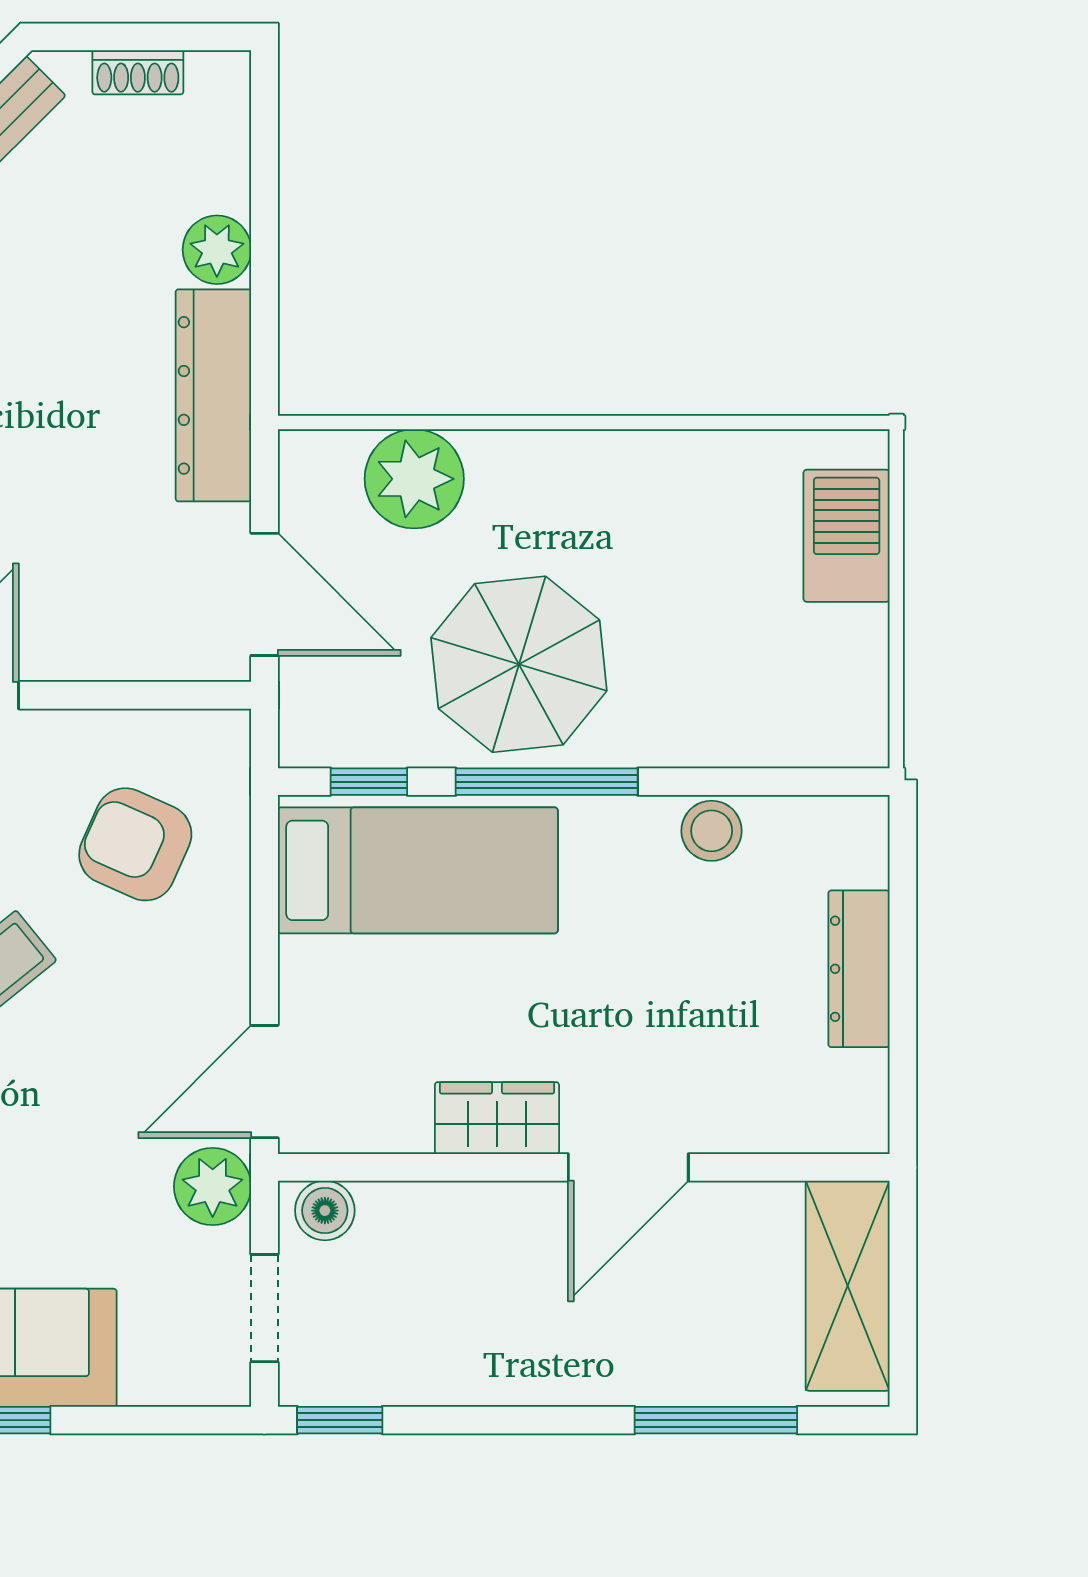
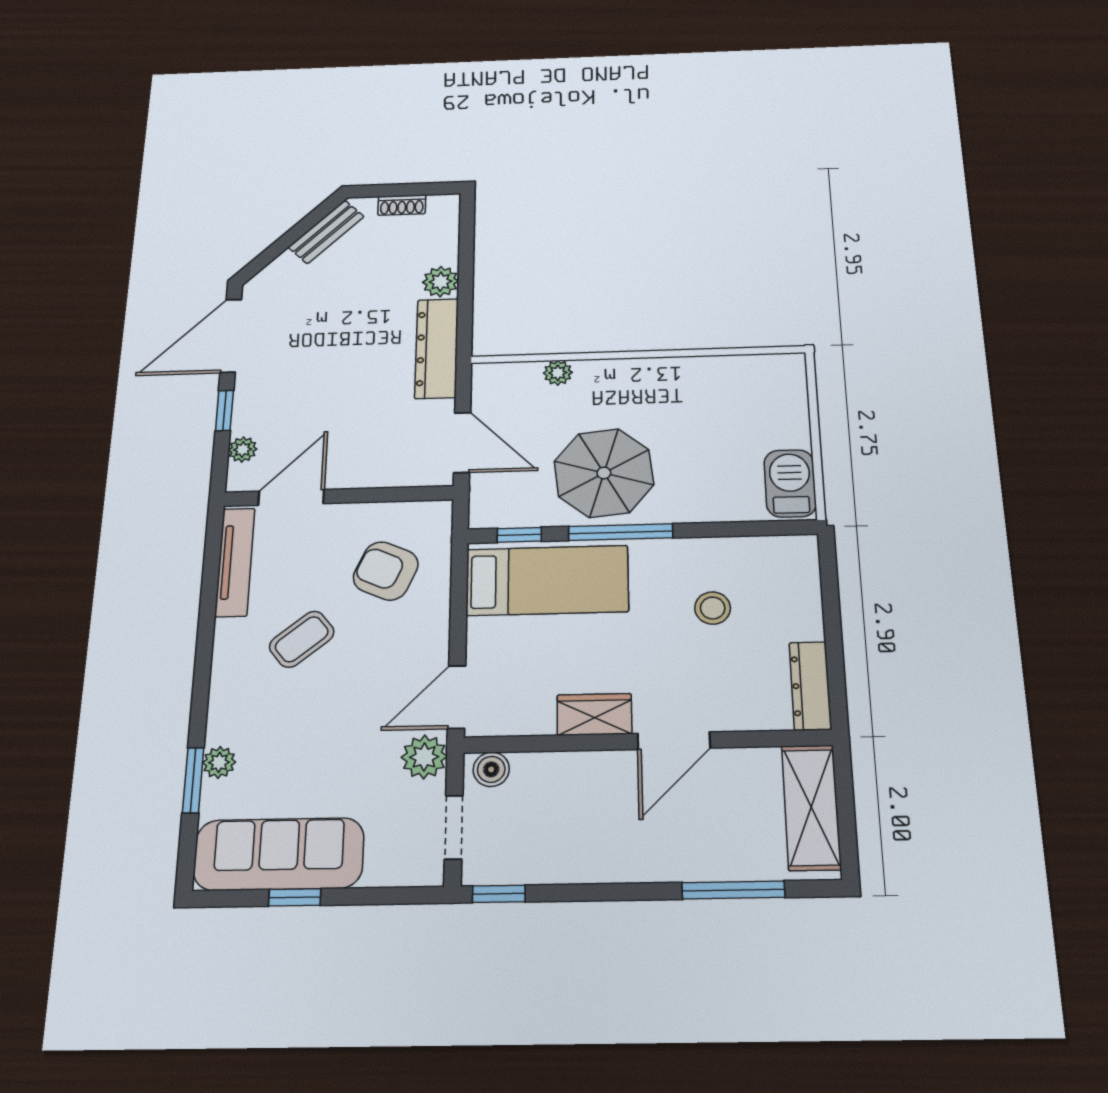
plant: (414, 479) -> (558, 373), width x0.53, depth x0.53
barbecue: (847, 536) -> (790, 483), moved
stool: (712, 831) -> (713, 608), moved
dresser: (859, 969) -> (810, 686), moved

